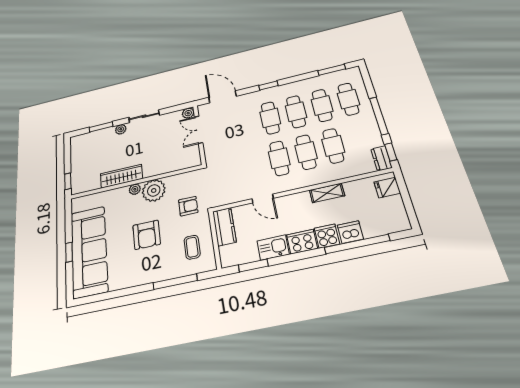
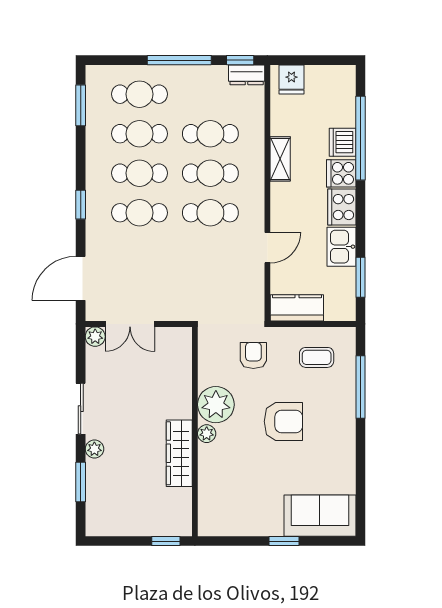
sofa: (89, 251) -> (320, 516), width x0.54, depth x0.79

